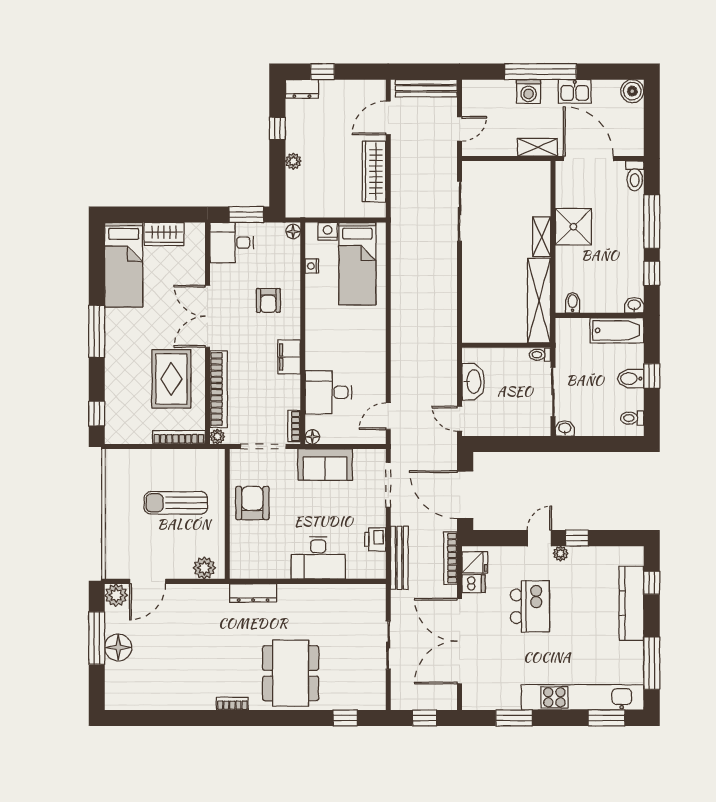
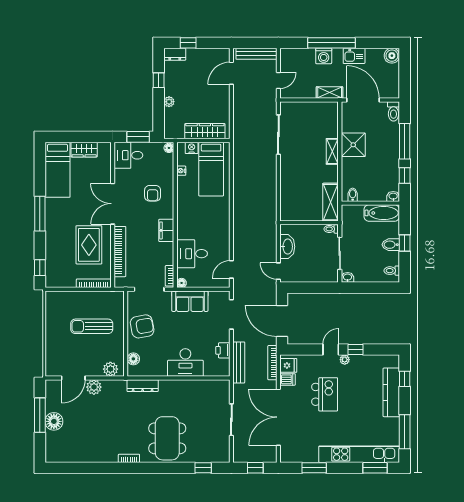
wardrobe: (374, 171) -> (205, 131), moved, turned 90
shelving: (539, 301) -> (331, 202), width x0.68
plant: (217, 437) -> (119, 283), removed
armchair: (252, 503) -> (142, 326), turned 79
floor lamp: (239, 552) -> (133, 359), added
plant: (116, 595) -> (94, 387), moved

